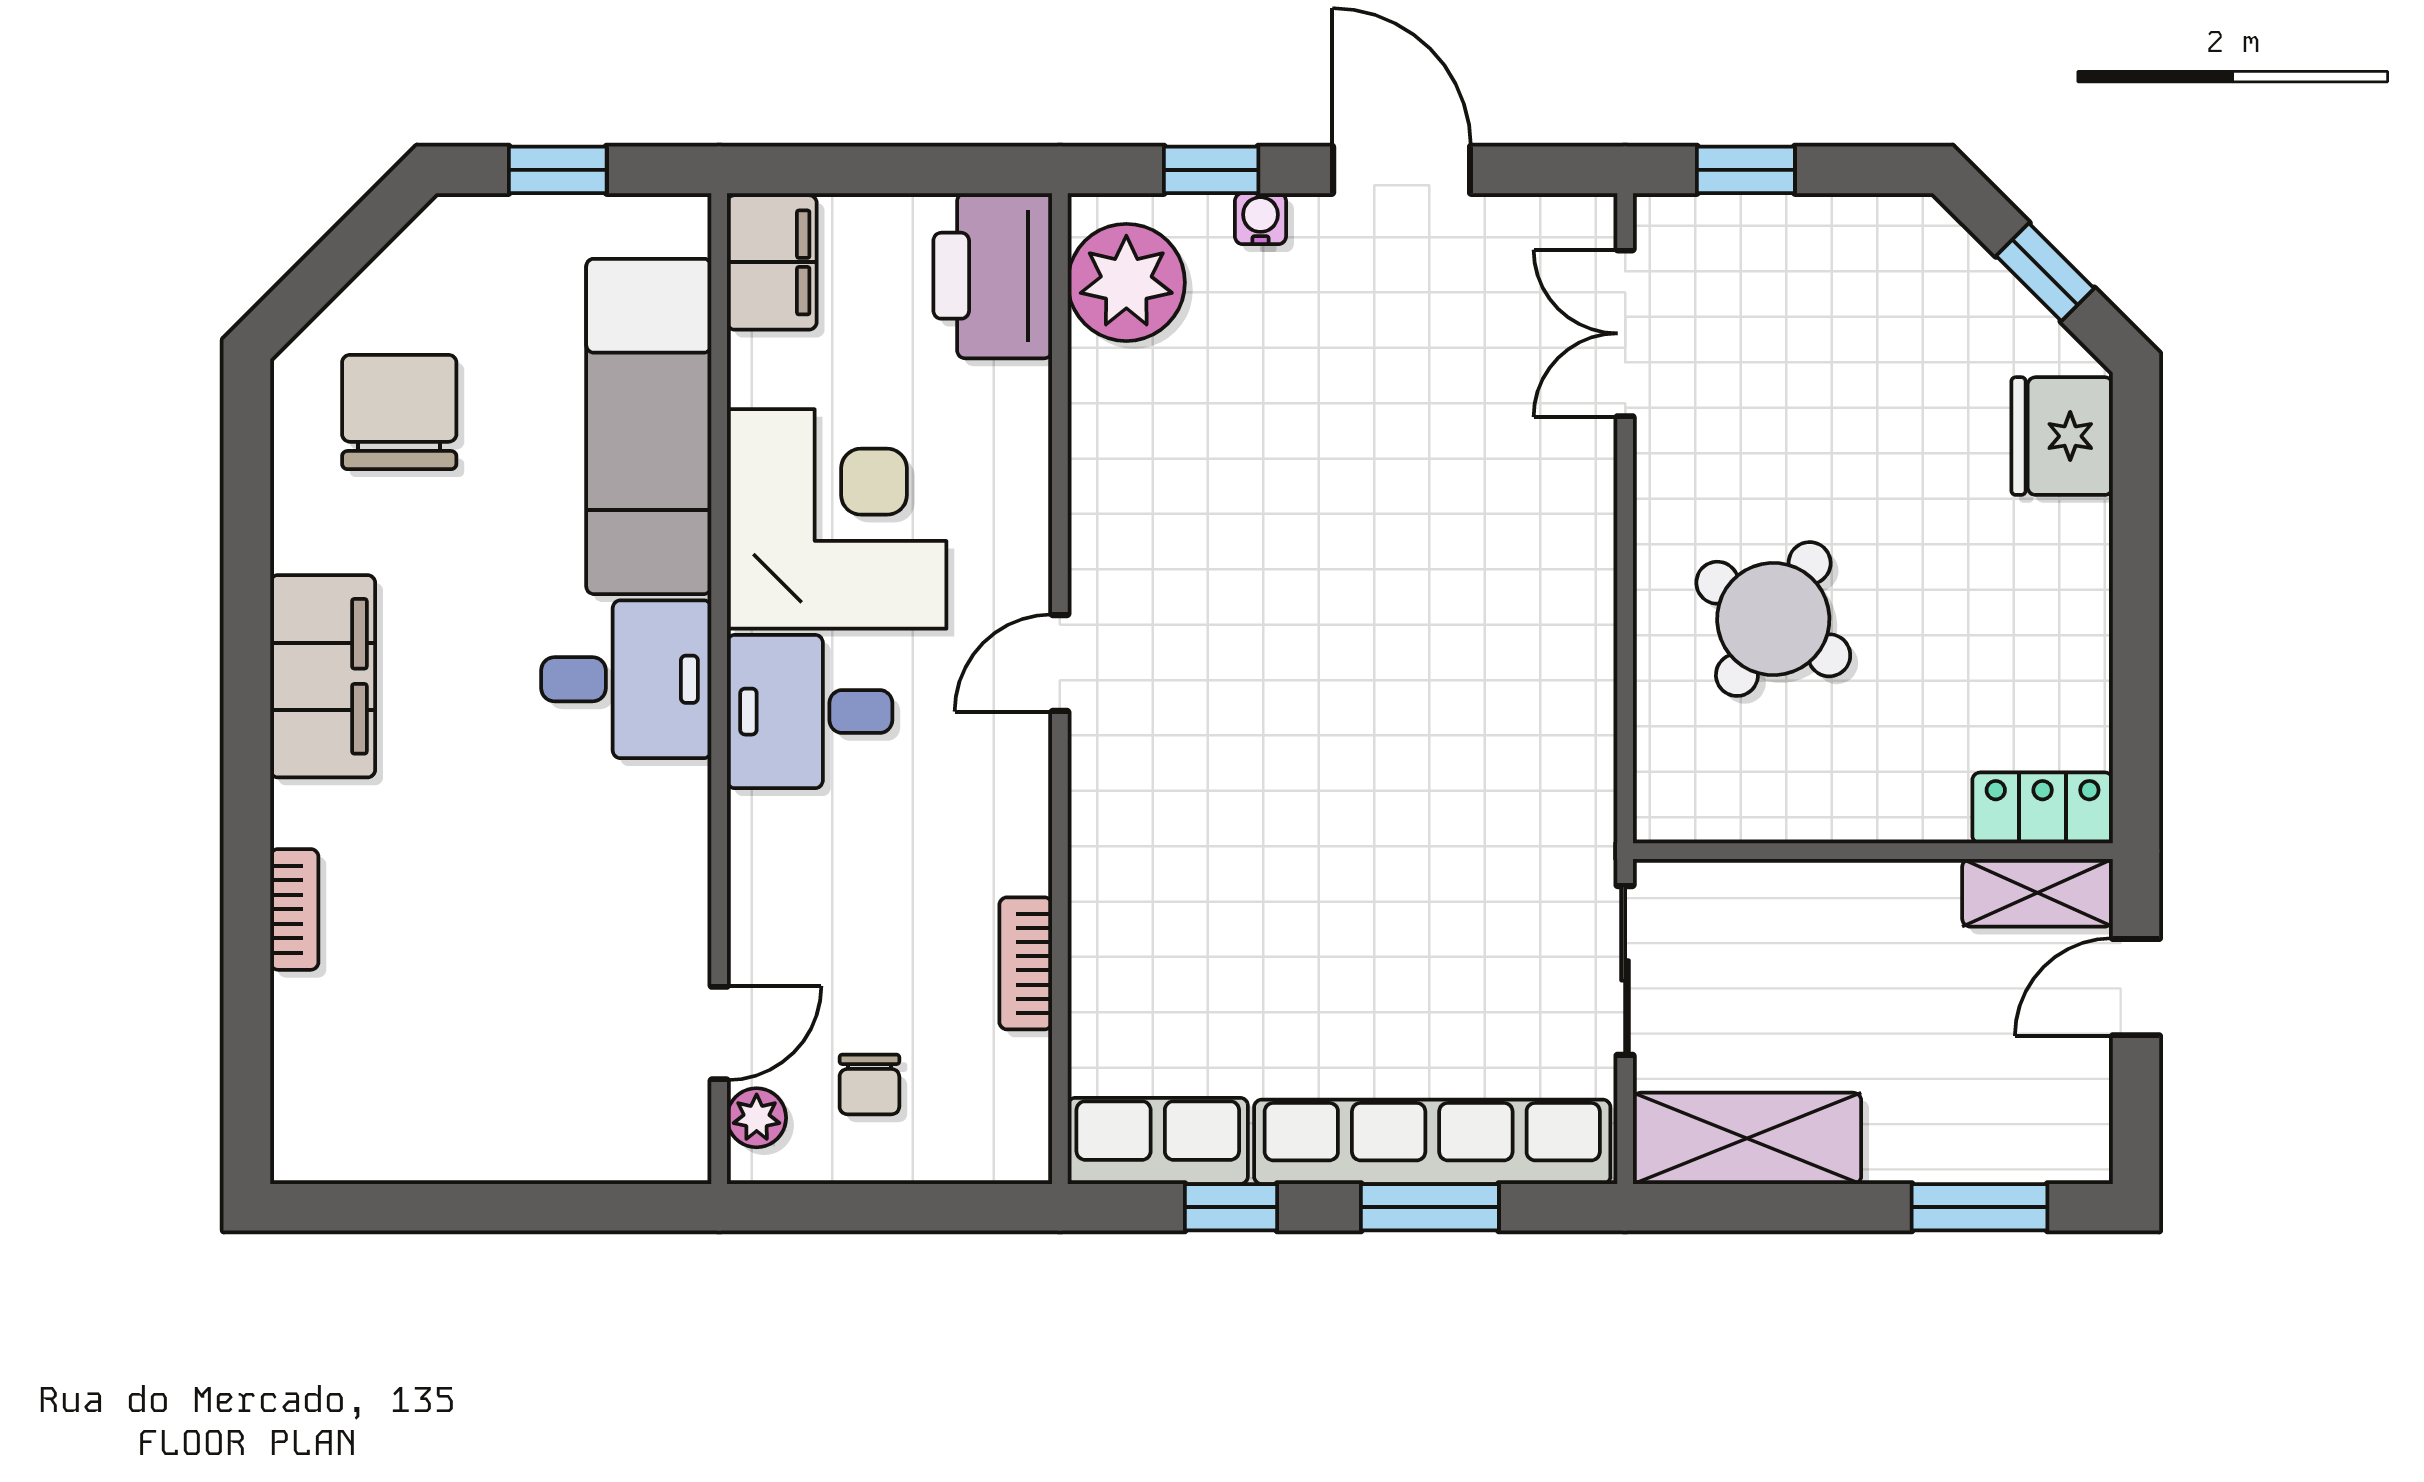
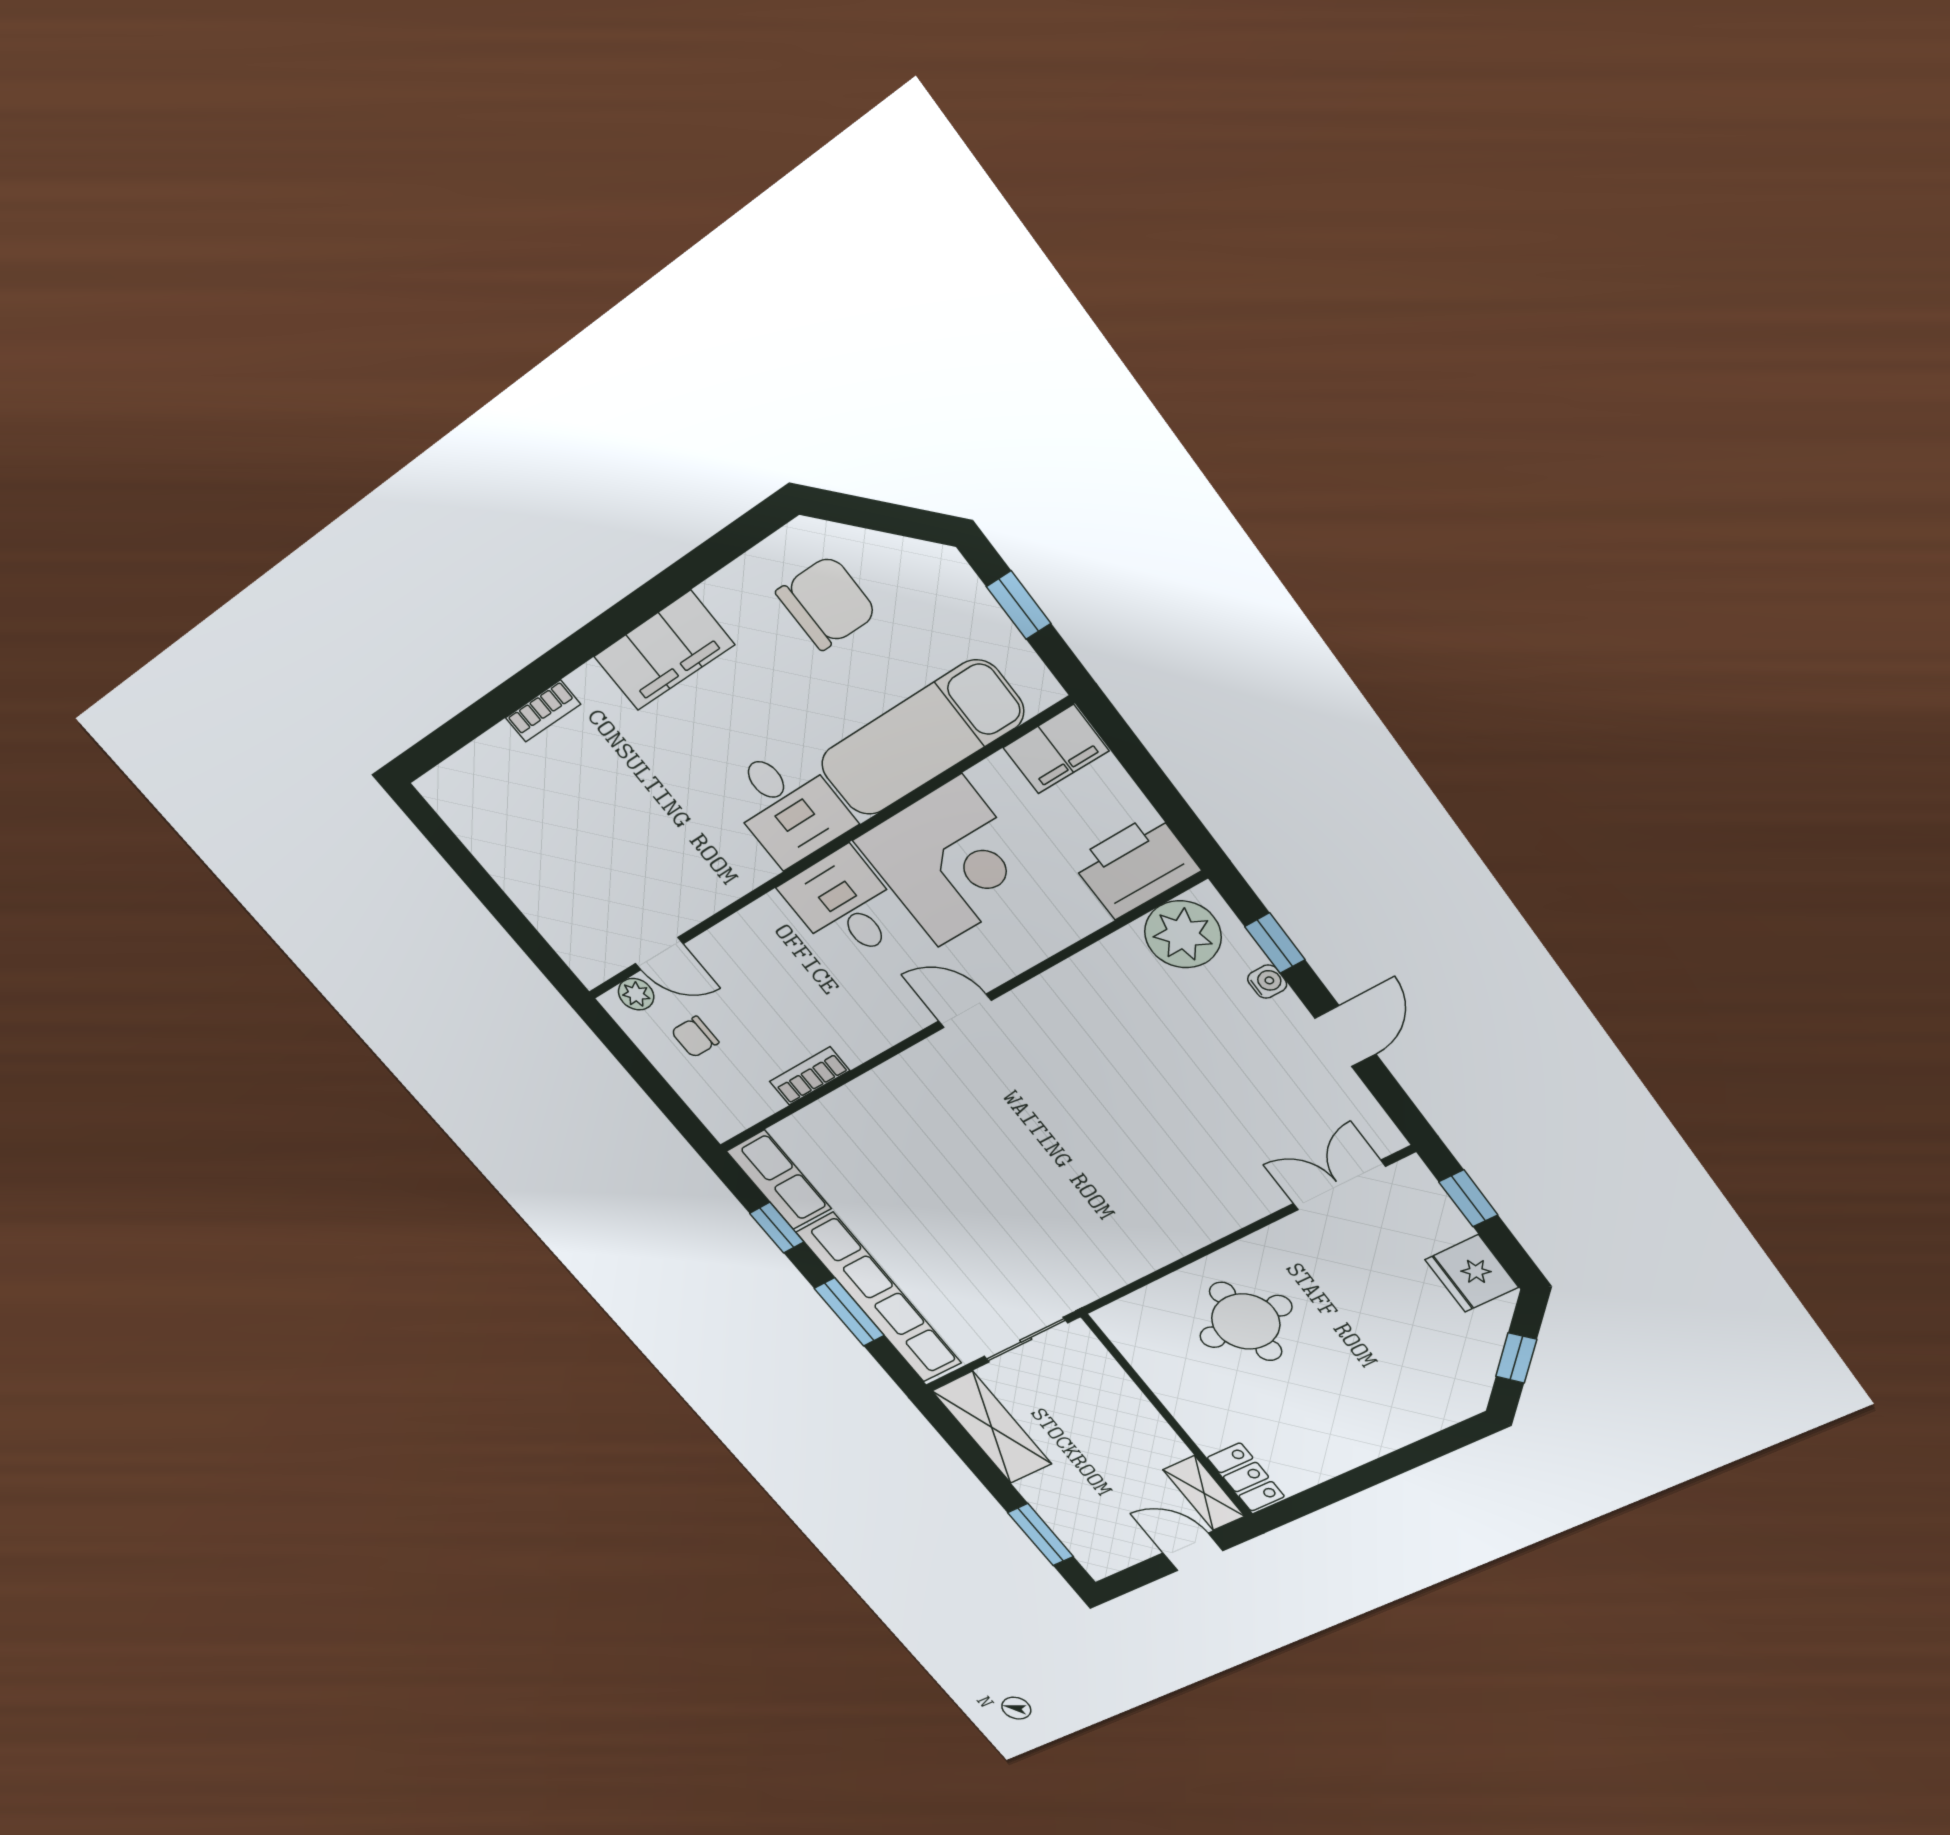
door: (1402, 170) -> (1345, 1036), width x0.73
fridge: (2062, 436) -> (1472, 1273), moved, turned -90
round table: (1773, 619) -> (1246, 1322), turned -33

